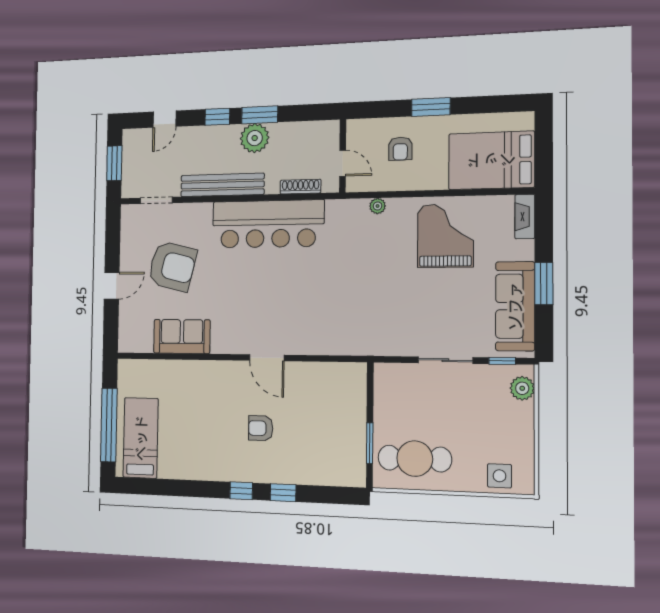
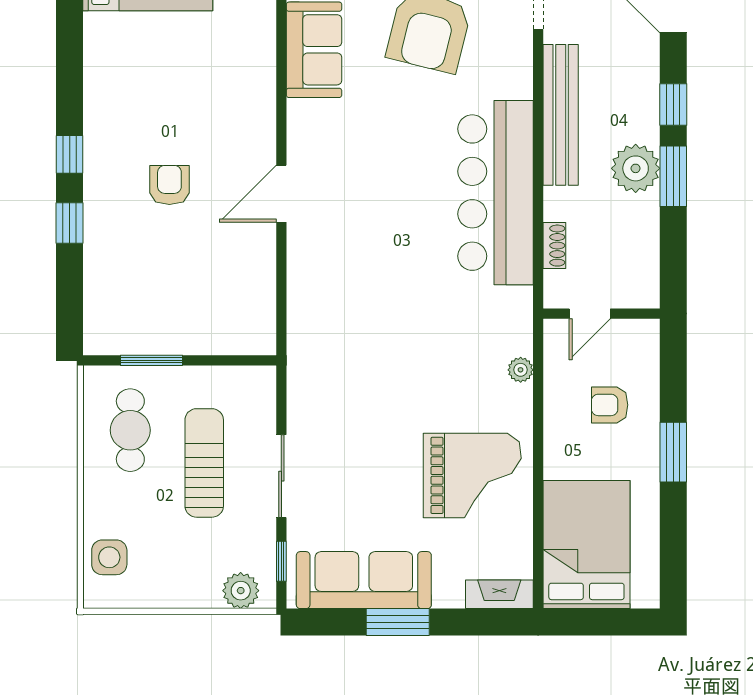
shoe rack: (301, 187) -> (554, 246), width x0.70
sun lounger: (437, 411) -> (204, 463), added
cafe table: (415, 459) -> (130, 430), width x0.73, depth x0.74

